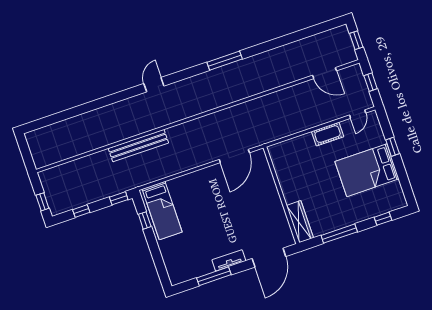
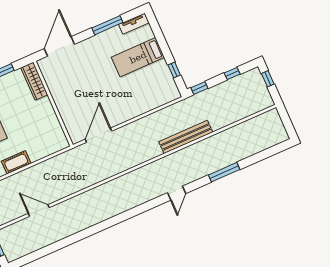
window: (225, 61) -> (224, 172), moved
door: (325, 73) -> (39, 210), moved
bed: (162, 210) -> (138, 57), moved, turned -90
tv unit: (229, 260) -> (134, 24), moved

